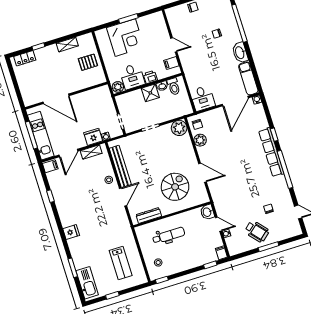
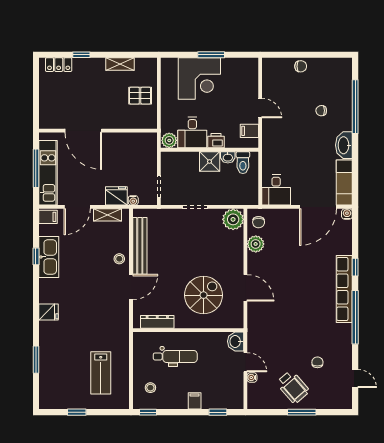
filing cabinet: (221, 253) -> (195, 401), moved
kitchen sink: (87, 283) -> (49, 257), moved

